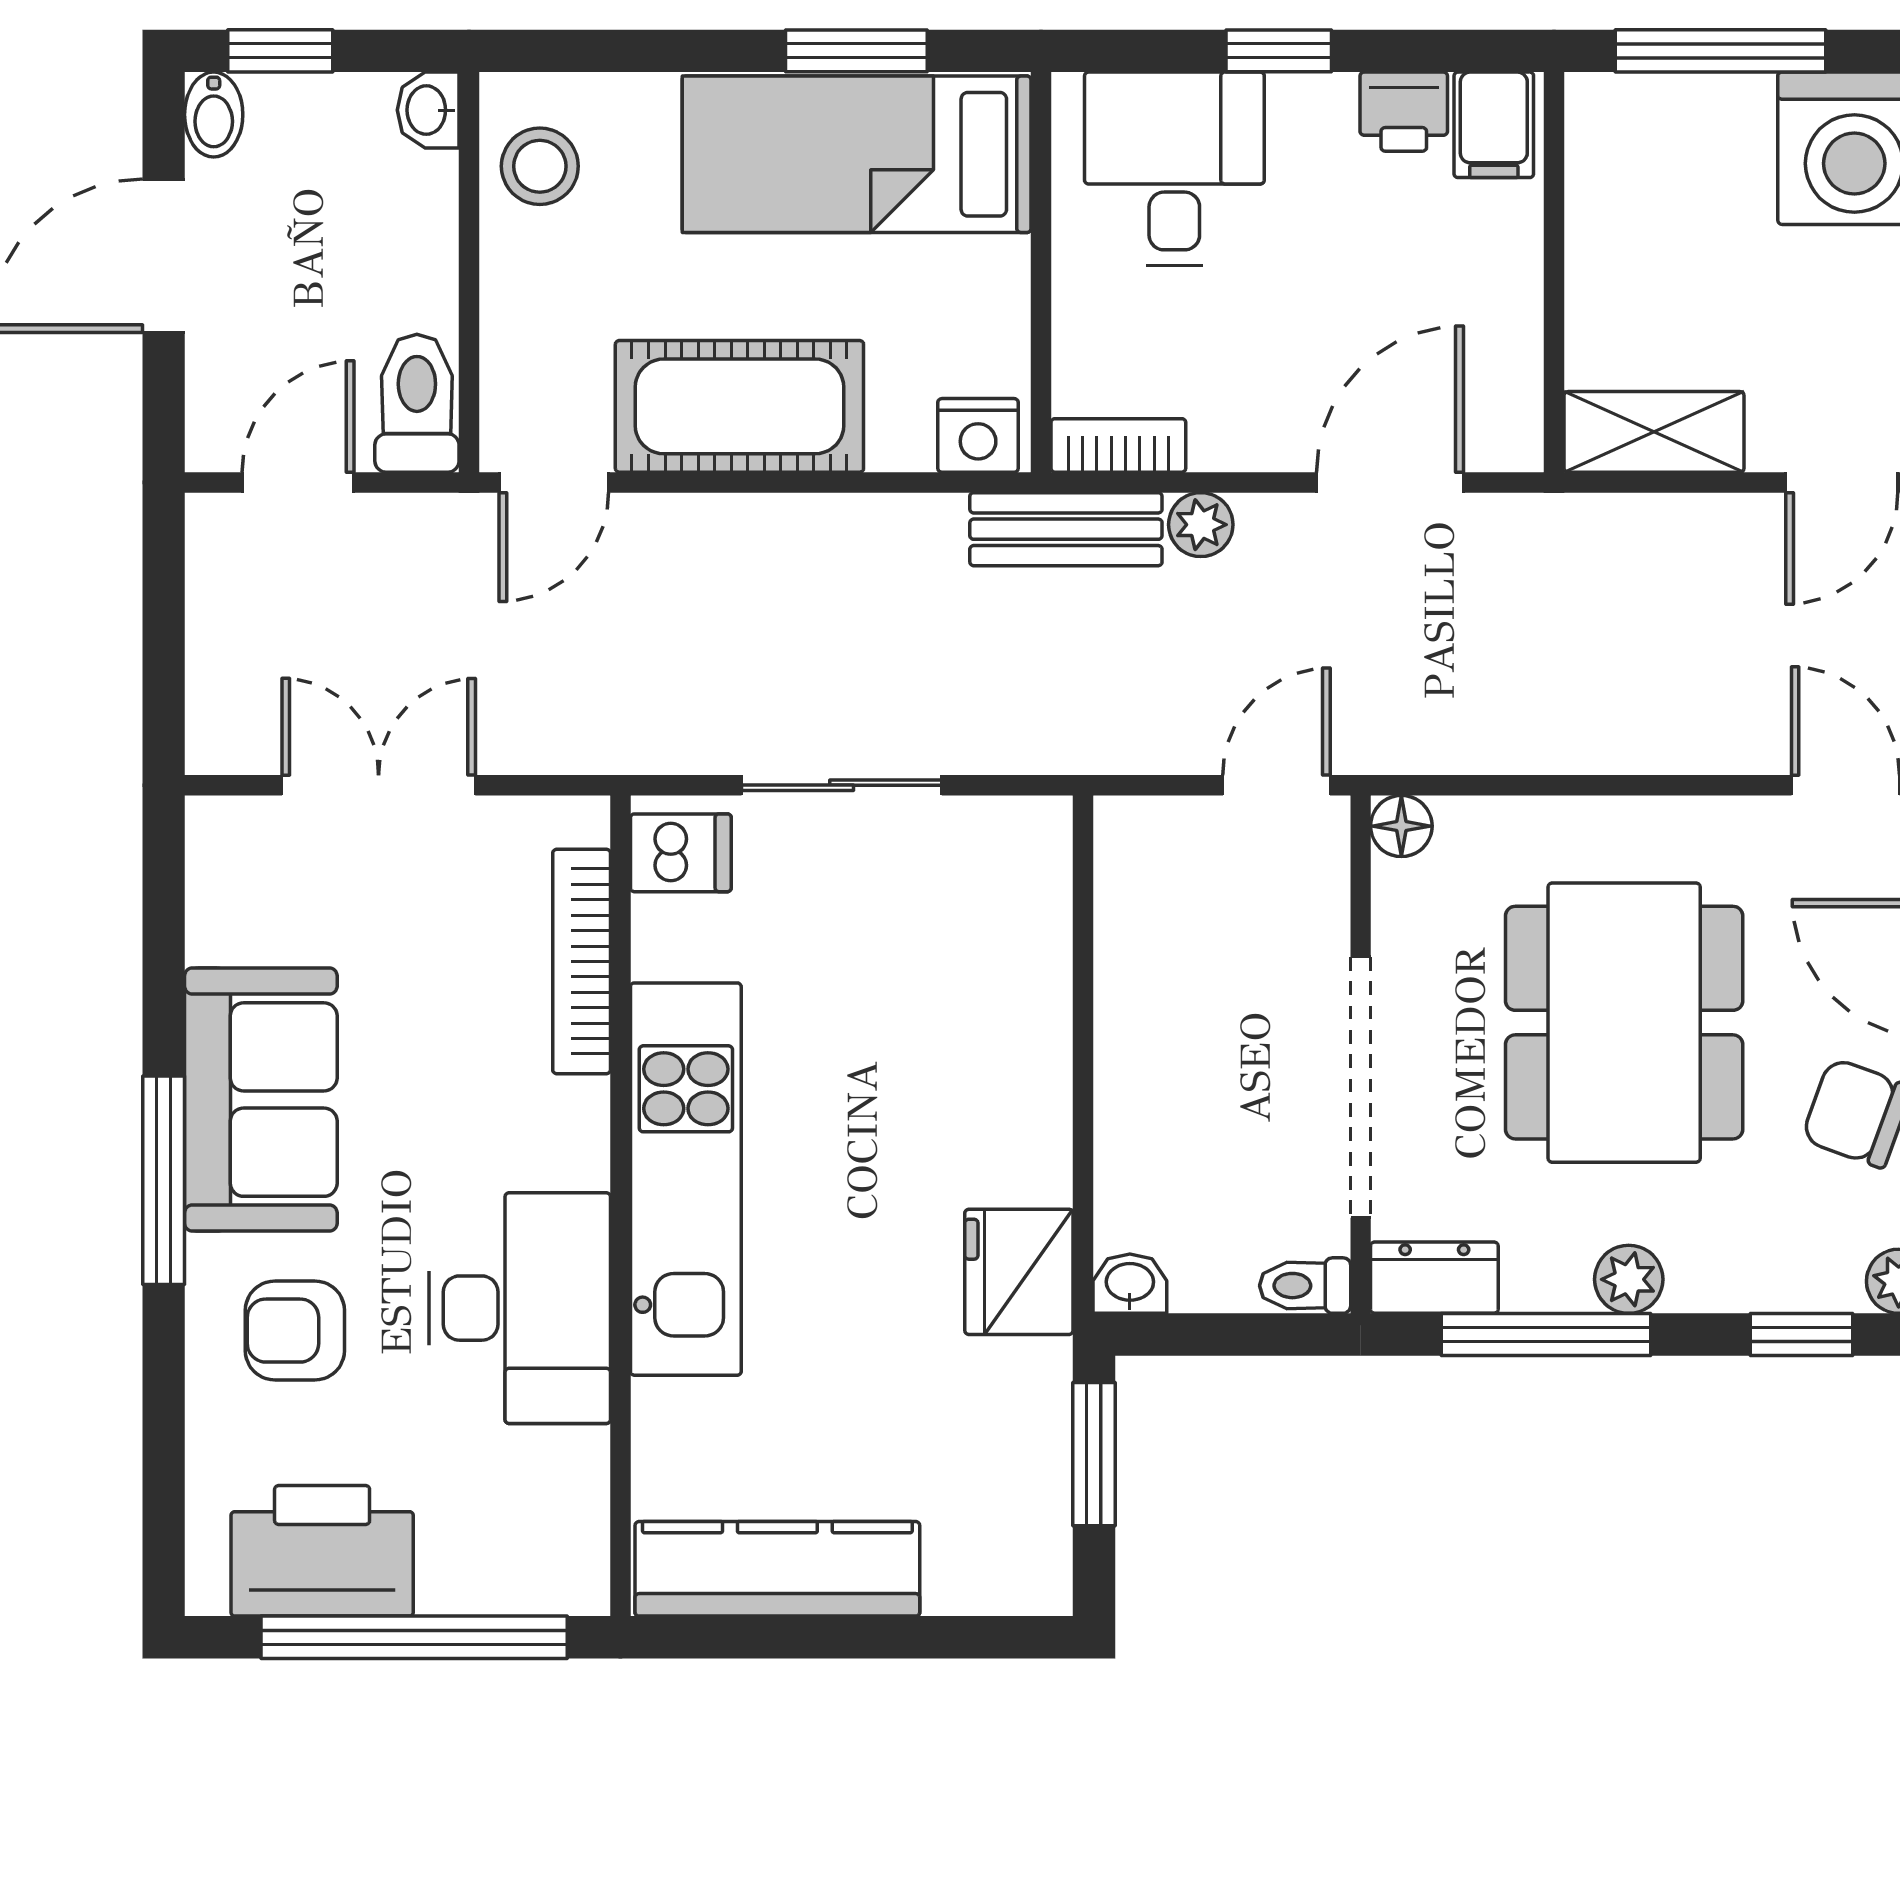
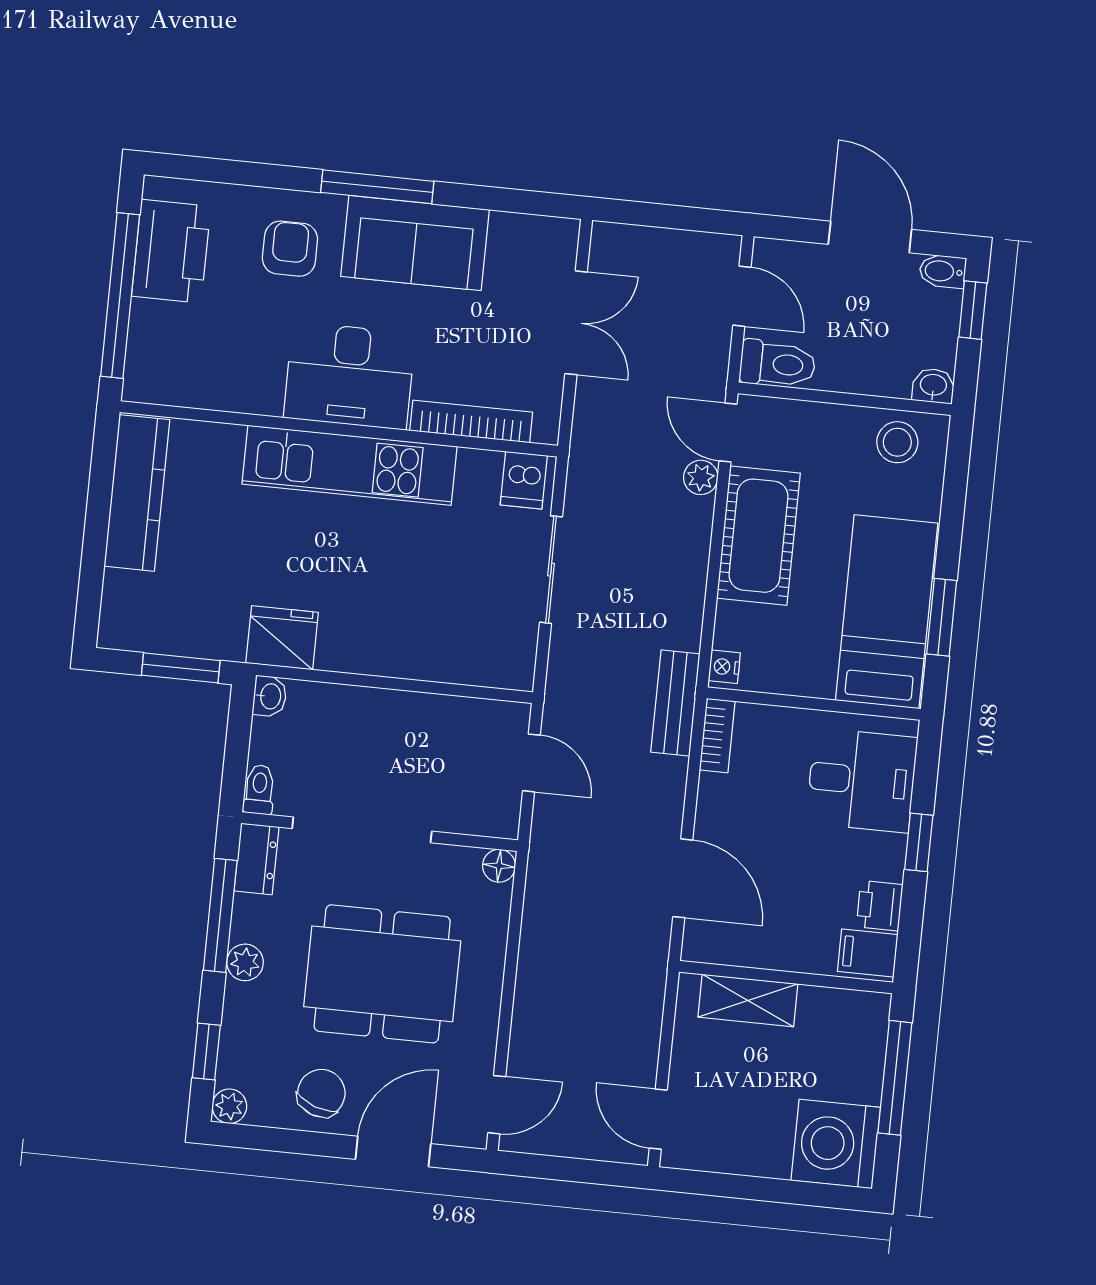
shelving: (1654, 432) -> (748, 1000), moved, turned 90
nightstand: (978, 435) -> (724, 667), width x0.72, depth x0.74
plant: (1201, 525) -> (701, 477), moved
door: (1277, 785) -> (531, 763), moved
desk: (520, 1308) -> (350, 376), moved

